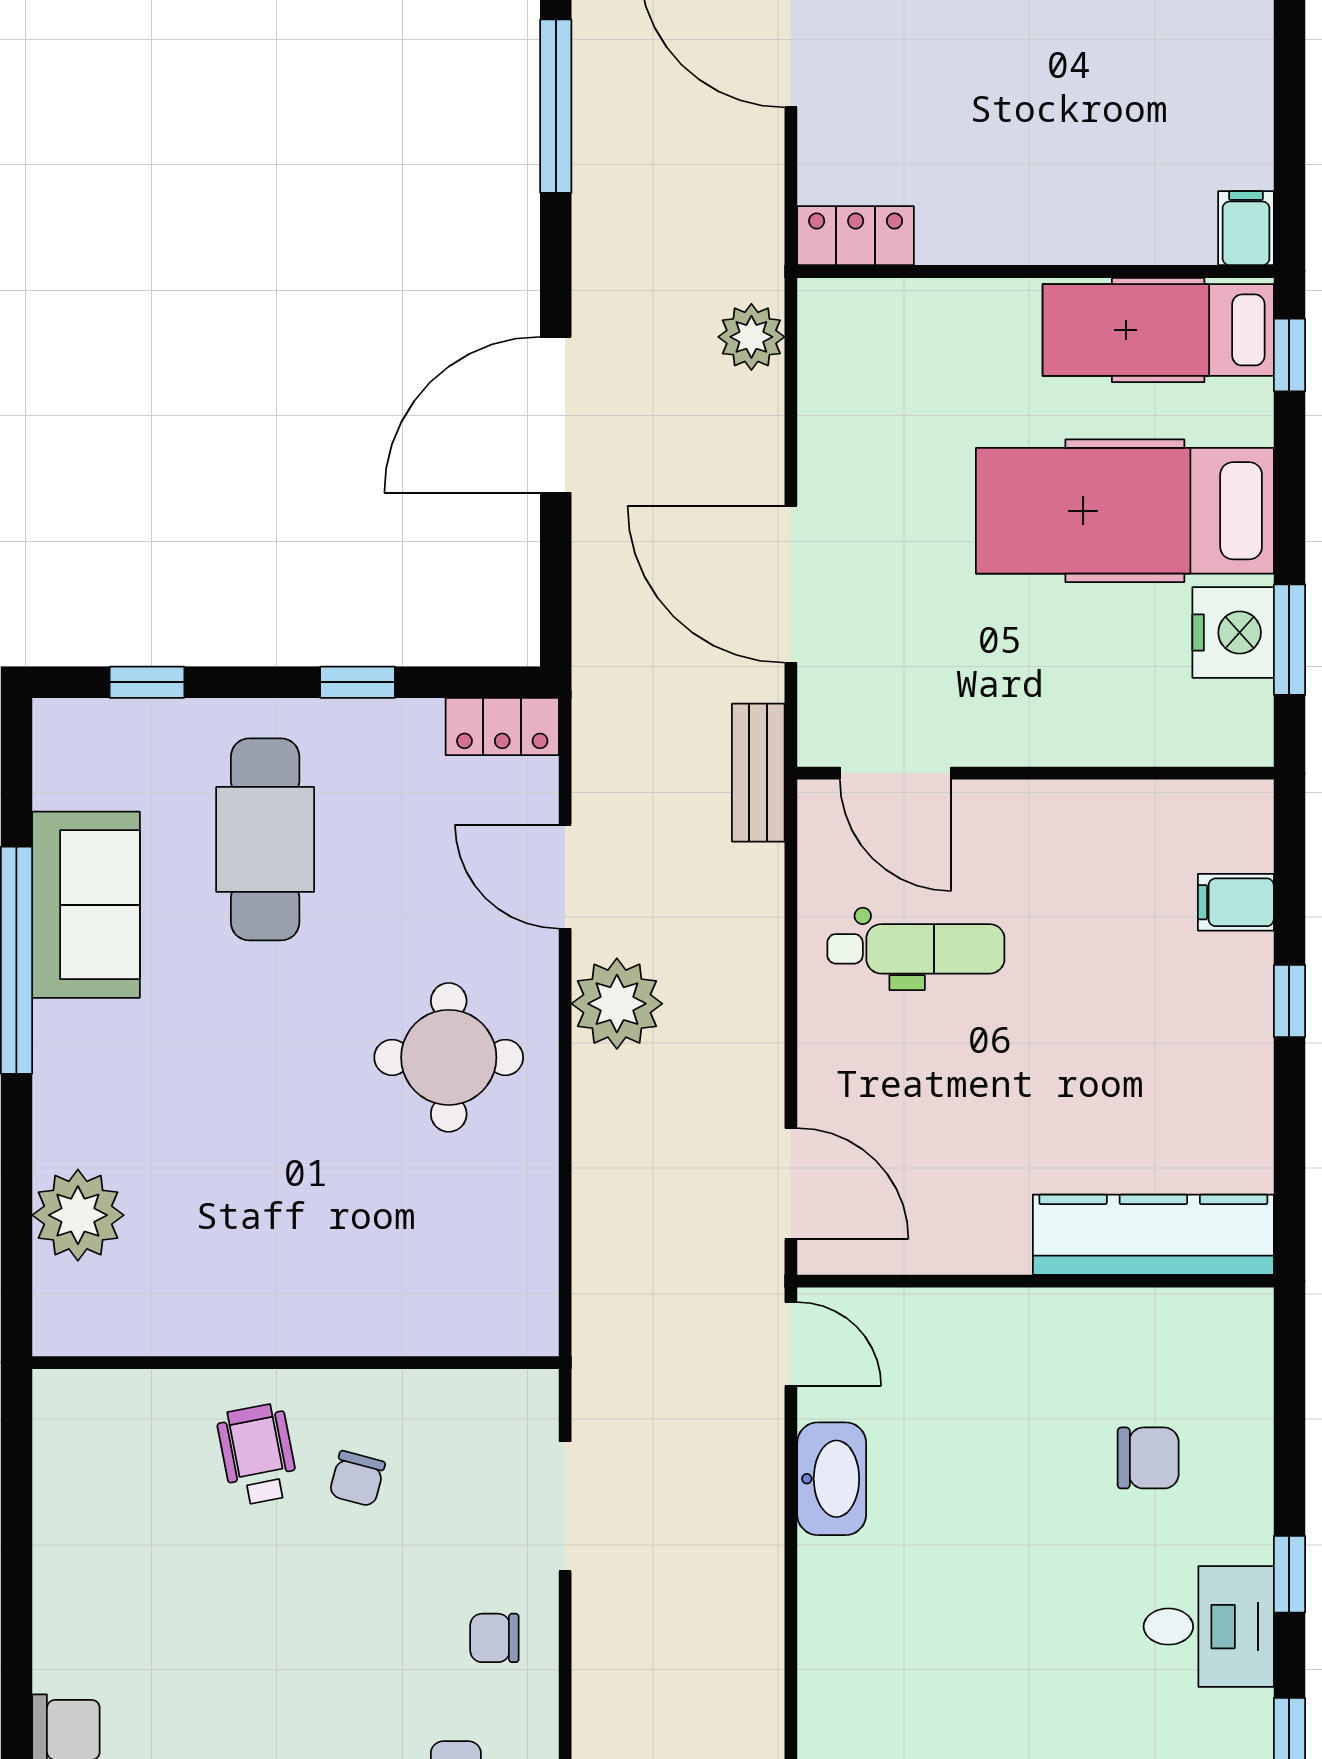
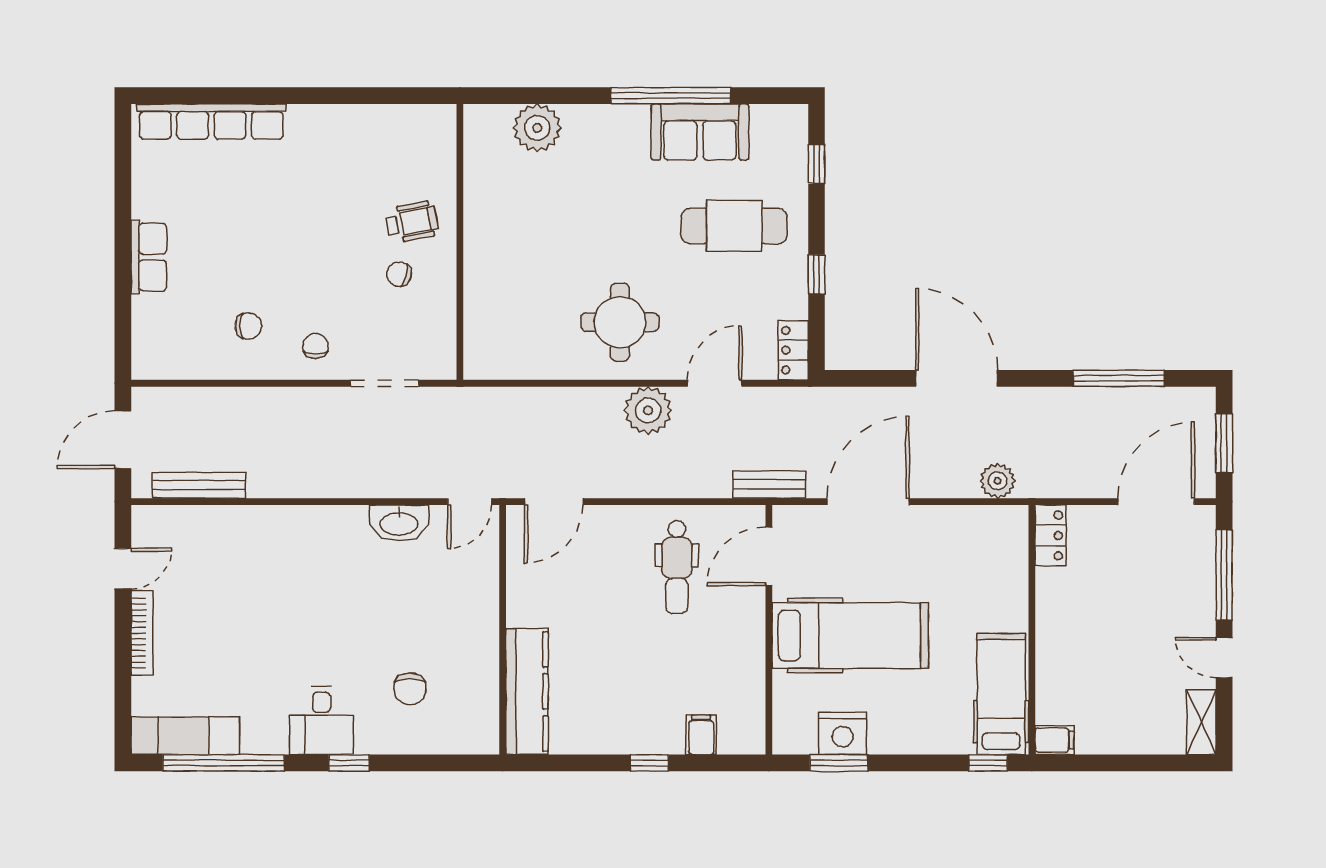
hospital bed: (1125, 511) -> (850, 636), moved, turned 90

